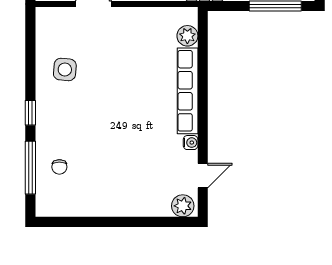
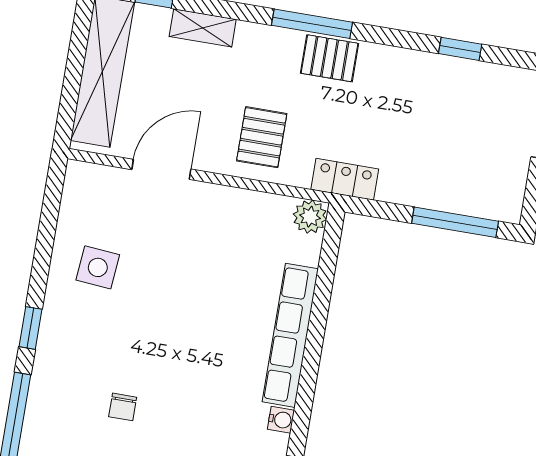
plant: (187, 36) -> (310, 217), moved
chair: (59, 167) -> (123, 407), moved

